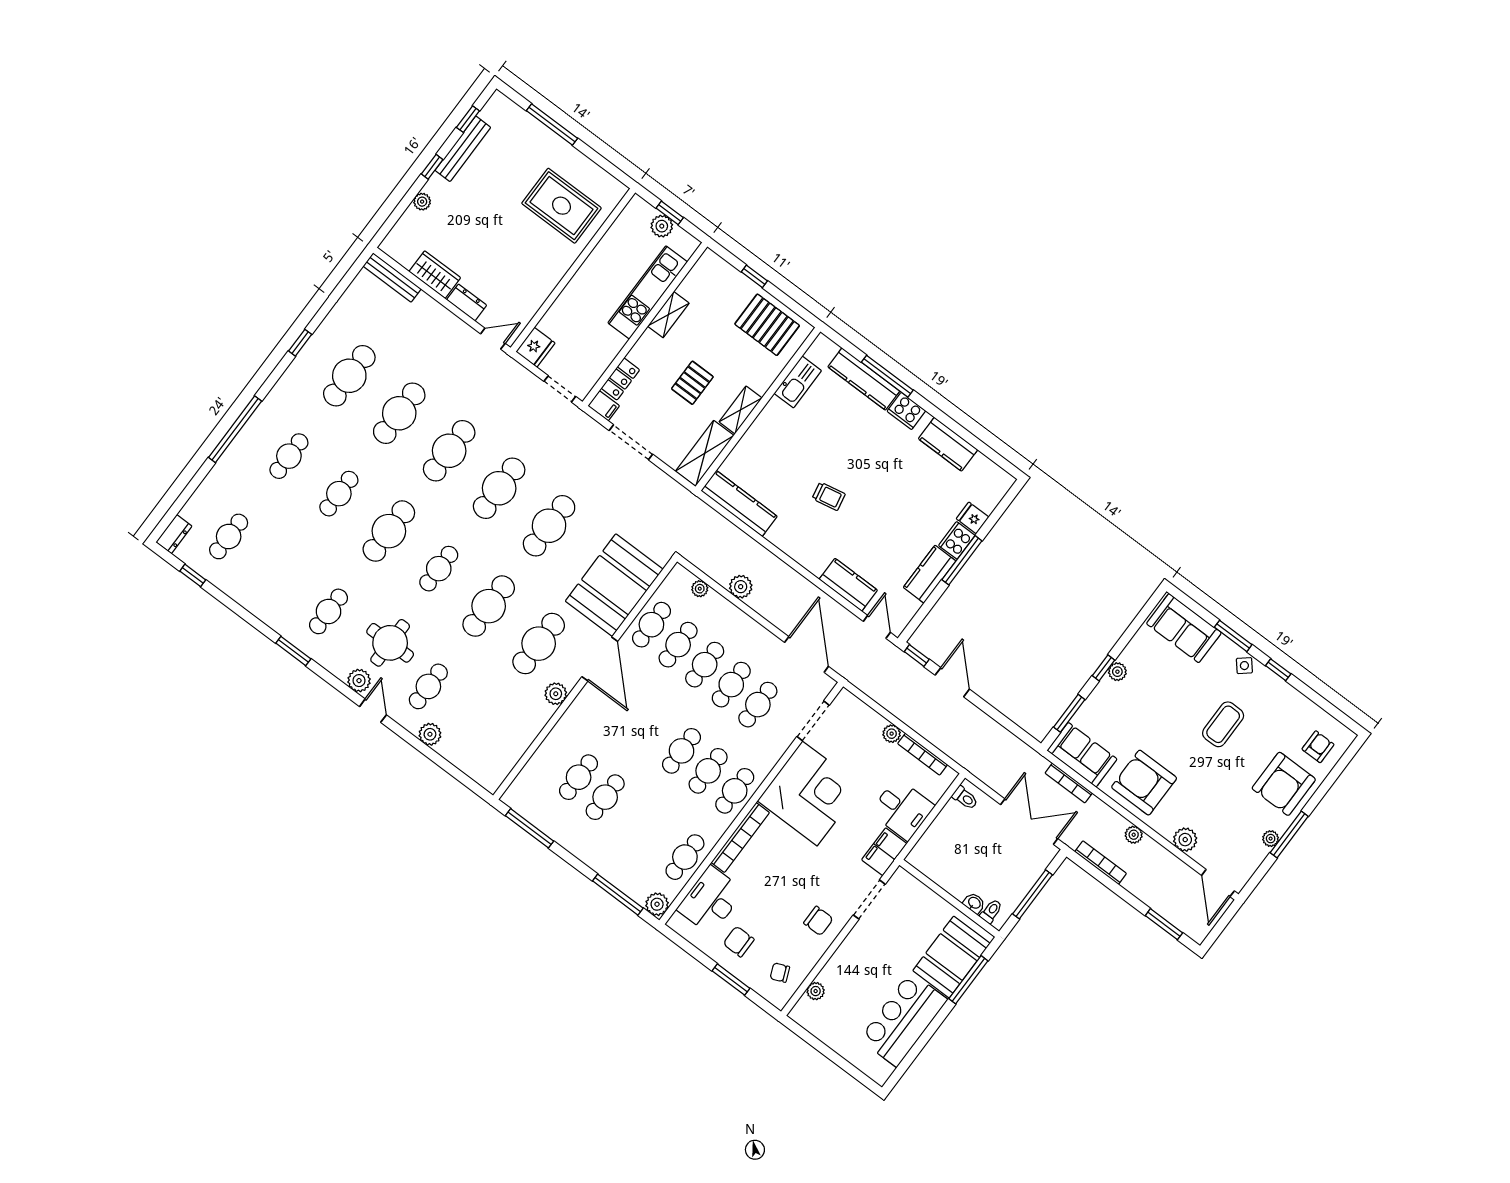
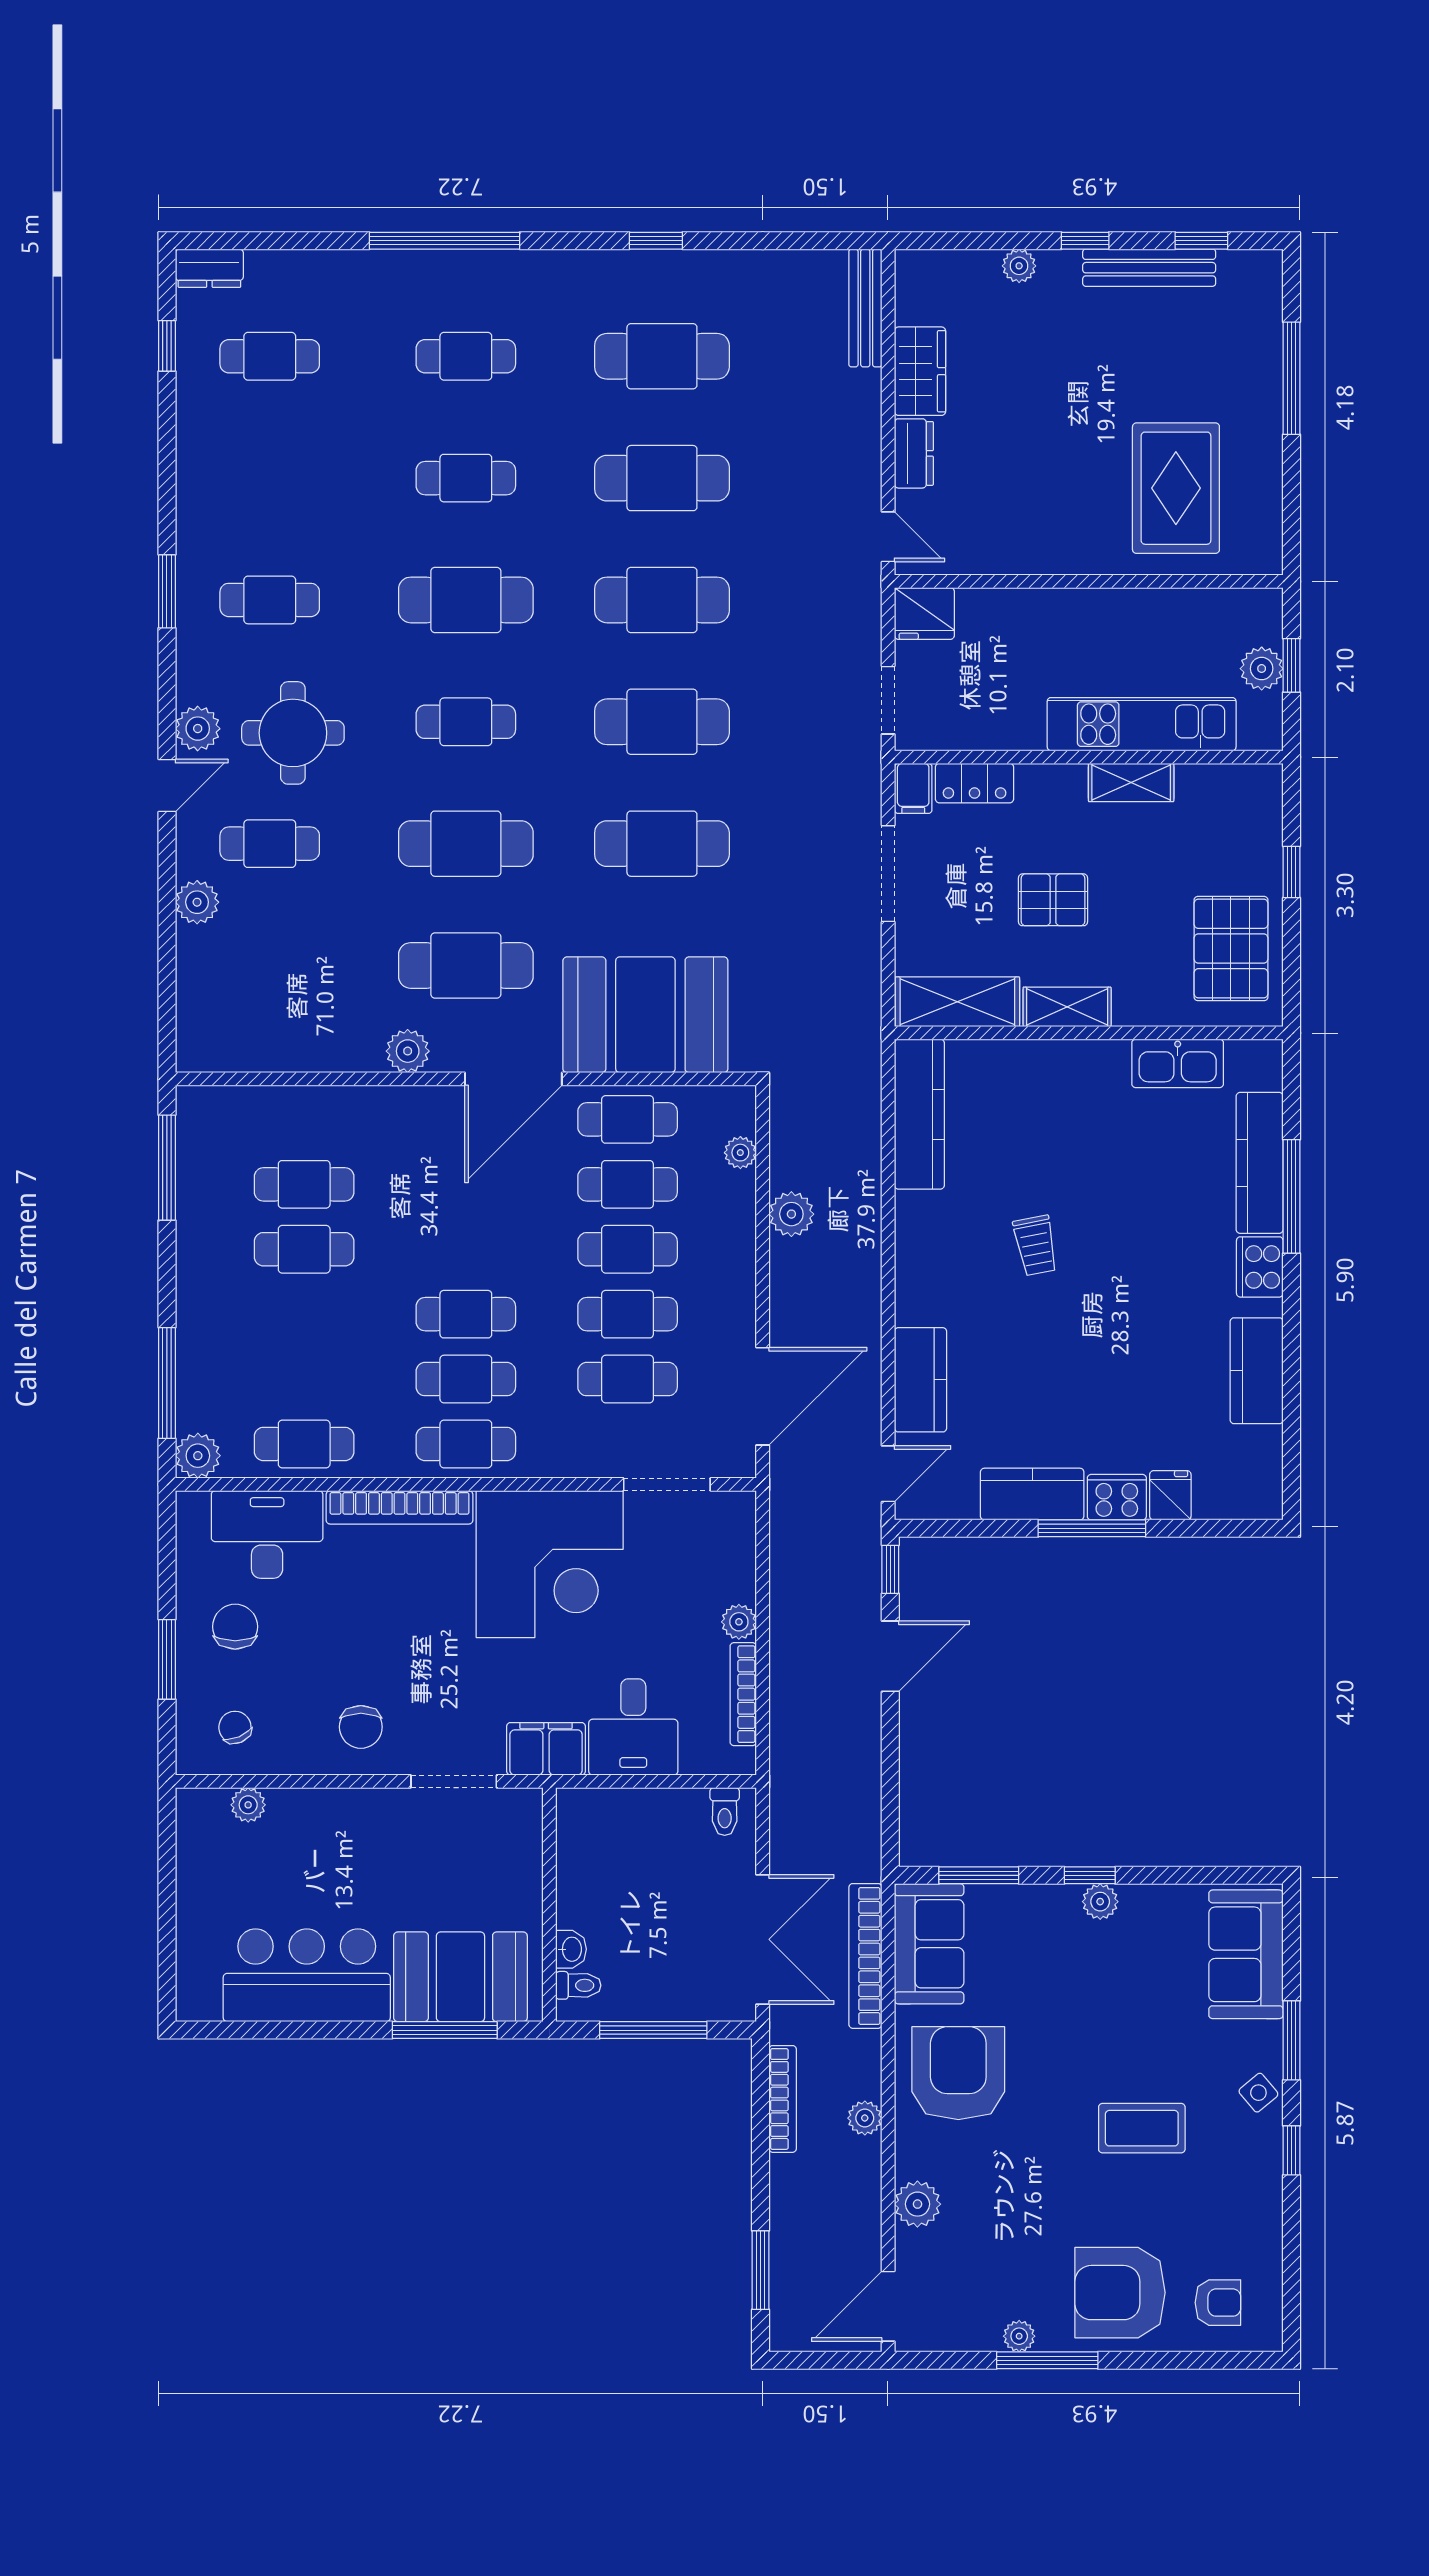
bookcase: (1069, 783) -> (865, 1956), width x1.48, depth x1.31

